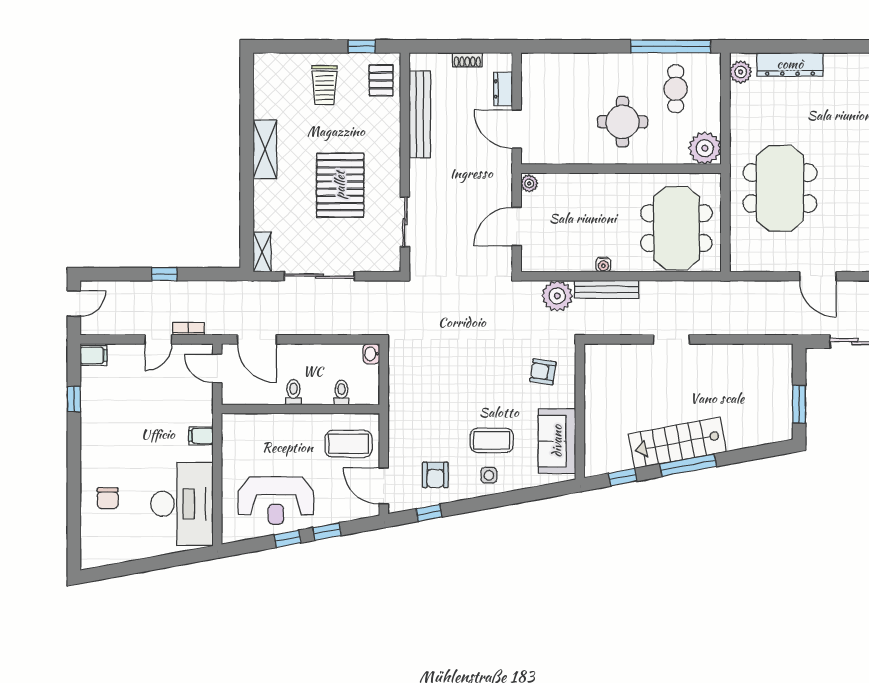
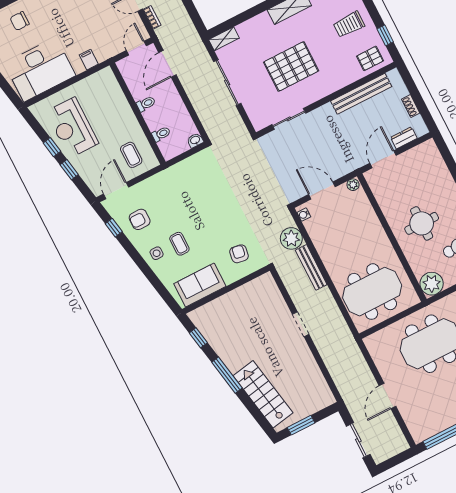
water cooler: (603, 265) -> (304, 215), moved
coffee table: (492, 440) -> (179, 244), width x0.73, depth x0.77
stairs: (677, 443) -> (263, 394), moved
coffee table: (349, 444) -> (131, 155), width x0.73, depth x0.77

